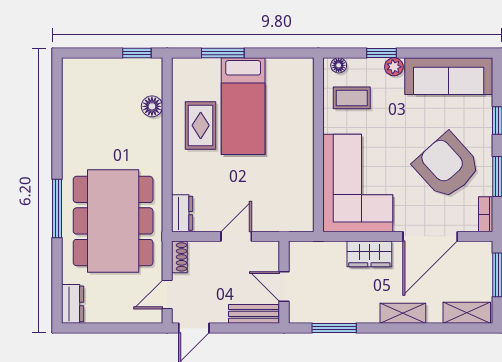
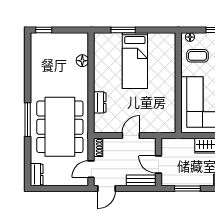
window: (137, 53) -> (44, 30), moved
rug: (201, 125) -> (110, 72), removed
dresser: (182, 213) -> (100, 102), moved

